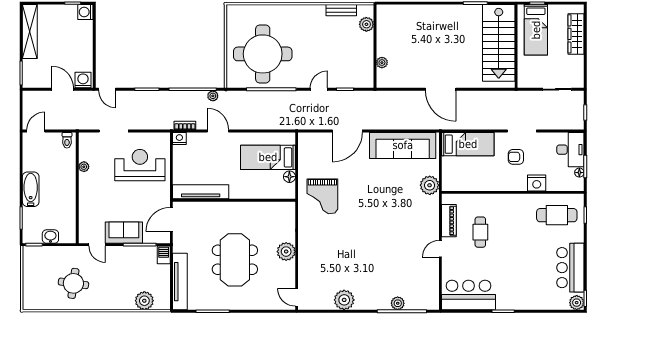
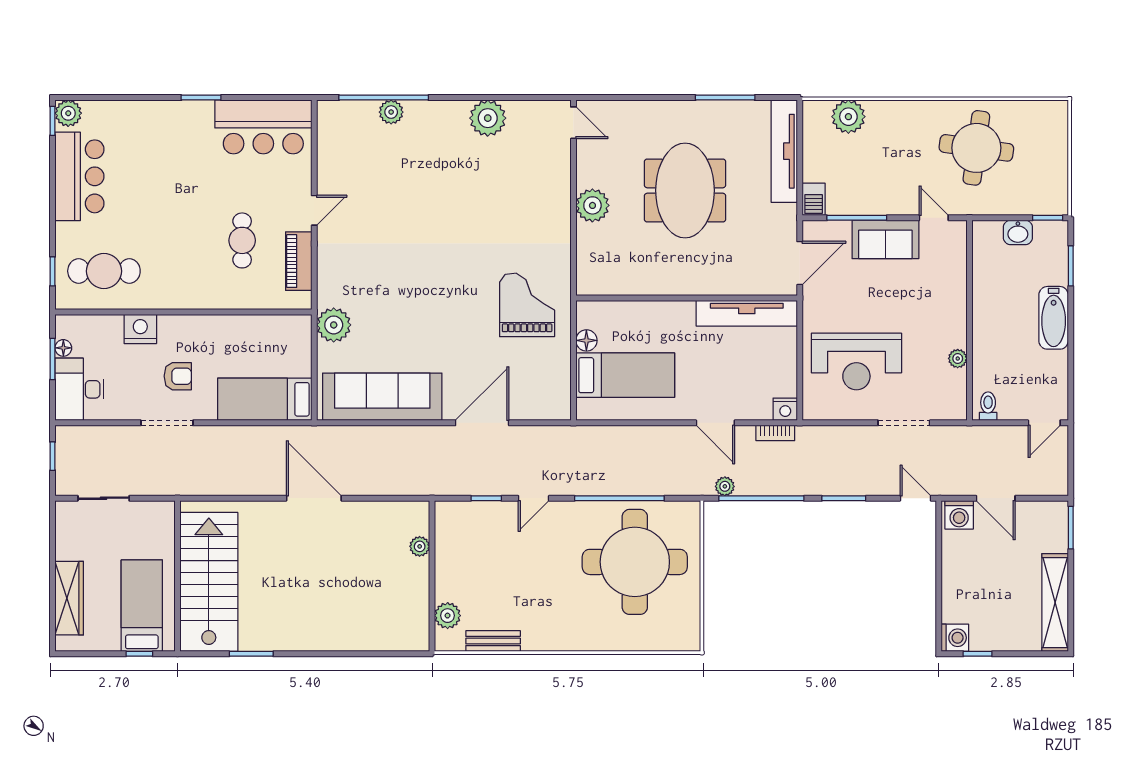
round table: (73, 283) -> (976, 148), width x1.36, depth x1.36

